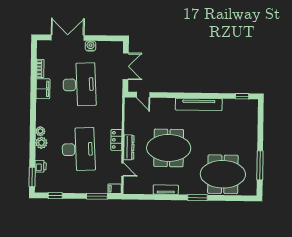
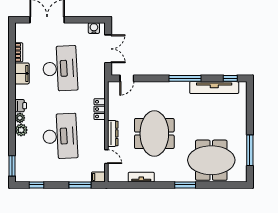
water cooler: (90, 46) -> (94, 28), moved
door: (143, 95) -> (127, 78), hinge flipped
window: (199, 96) -> (185, 78), added
tv unit: (199, 104) -> (214, 88), moved
locker: (116, 140) -> (100, 109), moved
meeting table: (169, 148) -> (154, 134), turned 90
printer: (41, 166) -> (21, 106), moved
tv unit: (166, 190) -> (141, 177), moved

